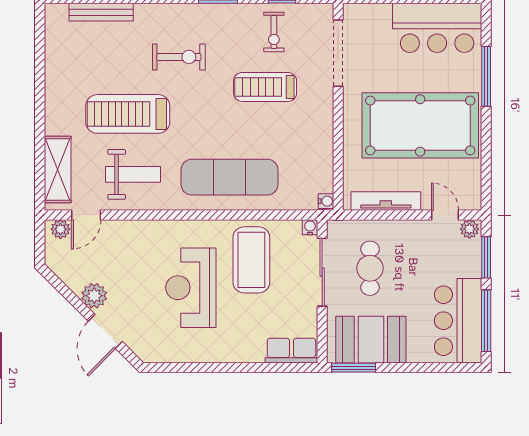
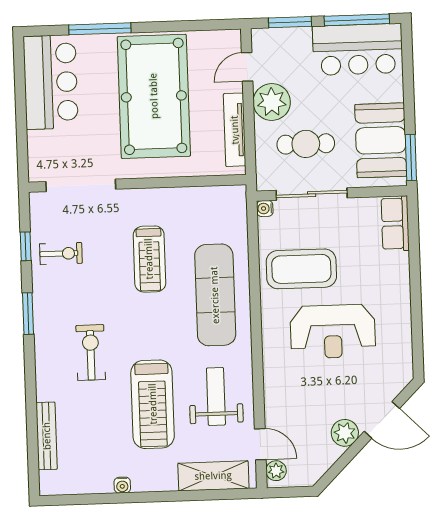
treadmill: (265, 87) -> (149, 259), moved
water cooler: (326, 201) -> (122, 485), moved, turned 180
plant: (469, 229) -> (272, 102), moved, width x1.88, depth x1.88

